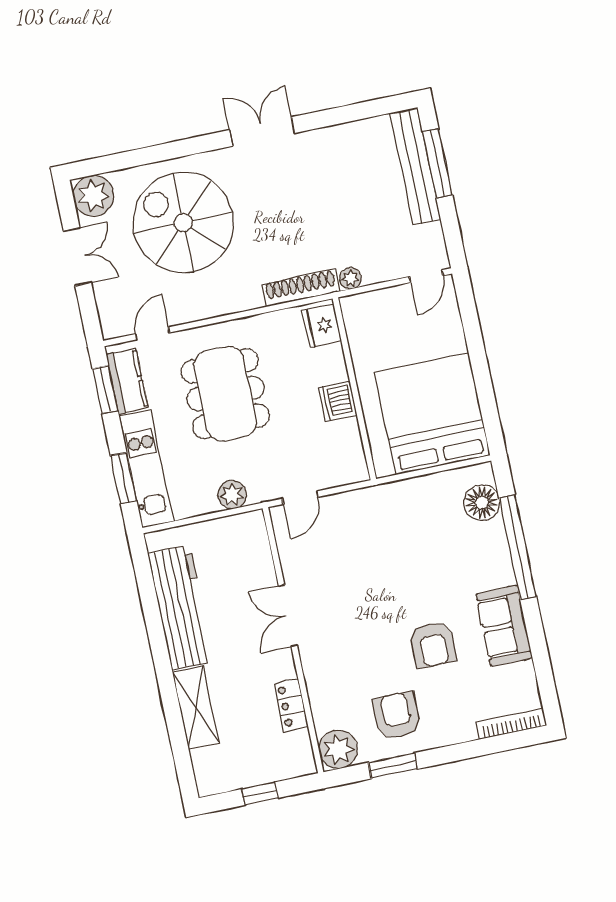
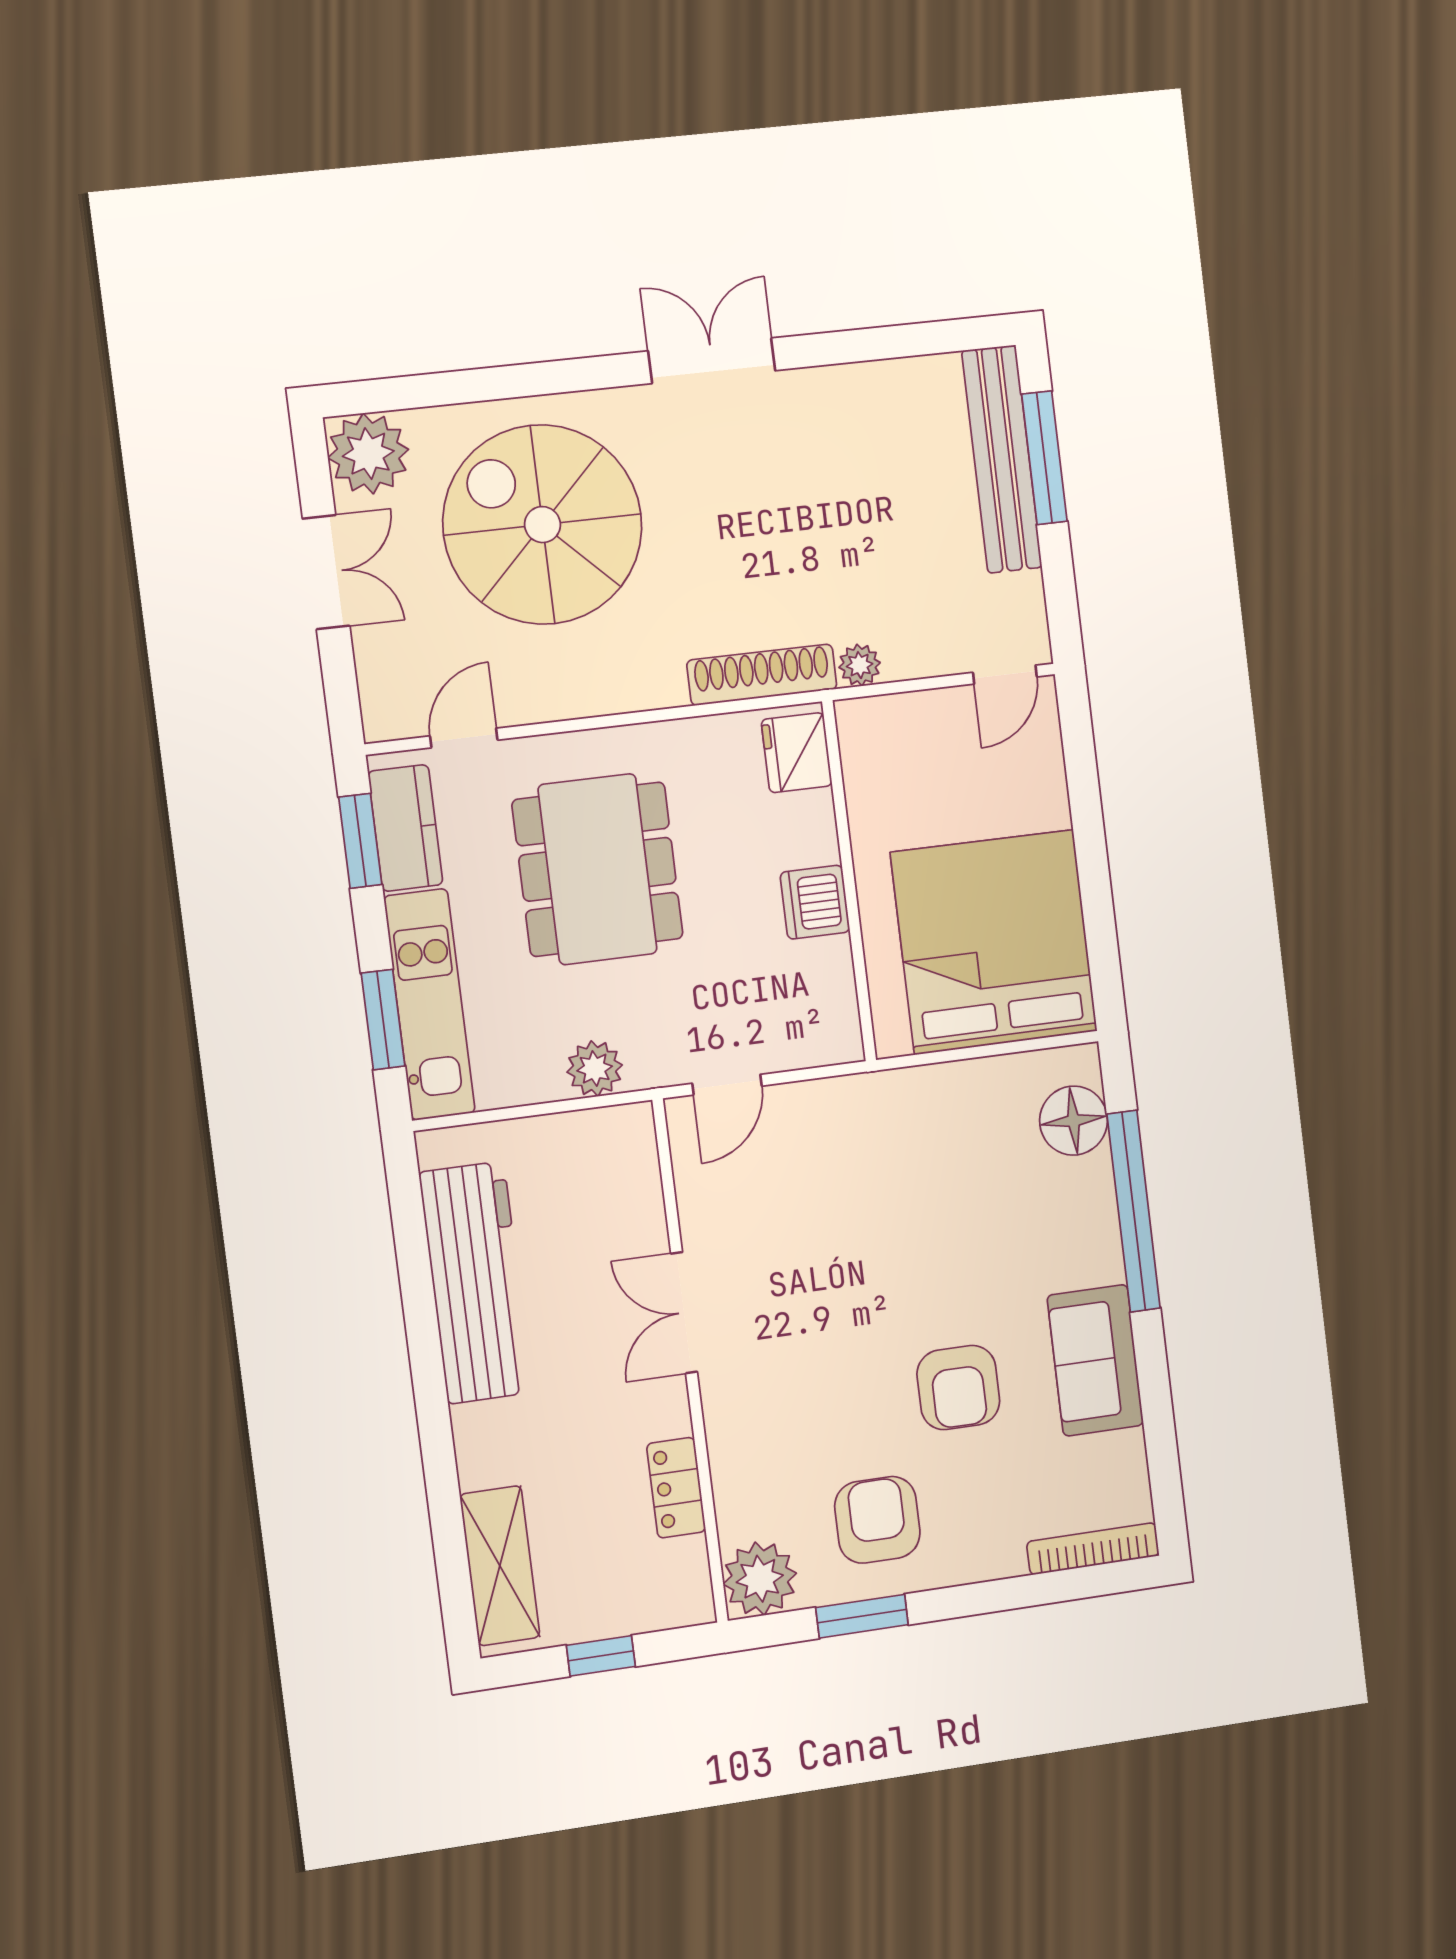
shelving: (196, 707) -> (500, 1566), moved

